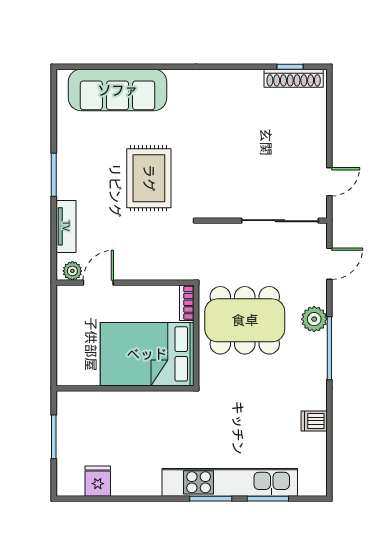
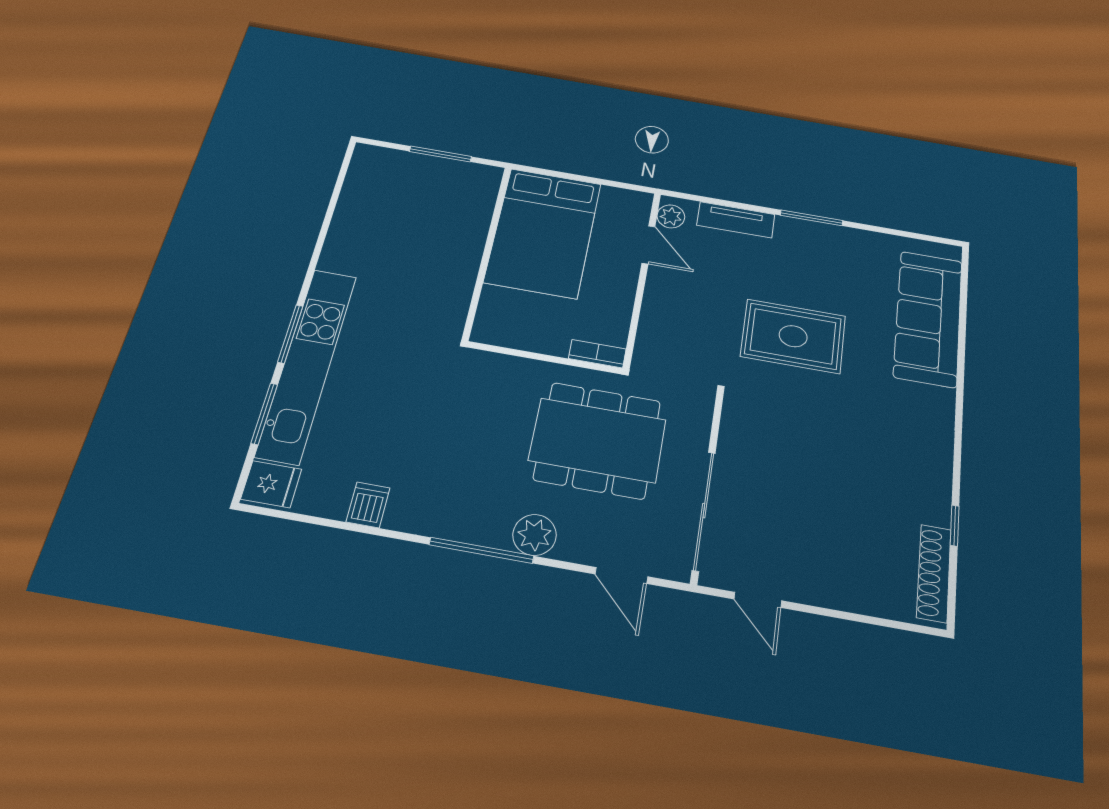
window: (290, 67) -> (955, 526), moved
dining table: (245, 320) -> (598, 440), moved, turned 90
bed: (147, 354) -> (543, 232), moved, turned 180
fridge: (98, 481) -> (271, 484), moved

